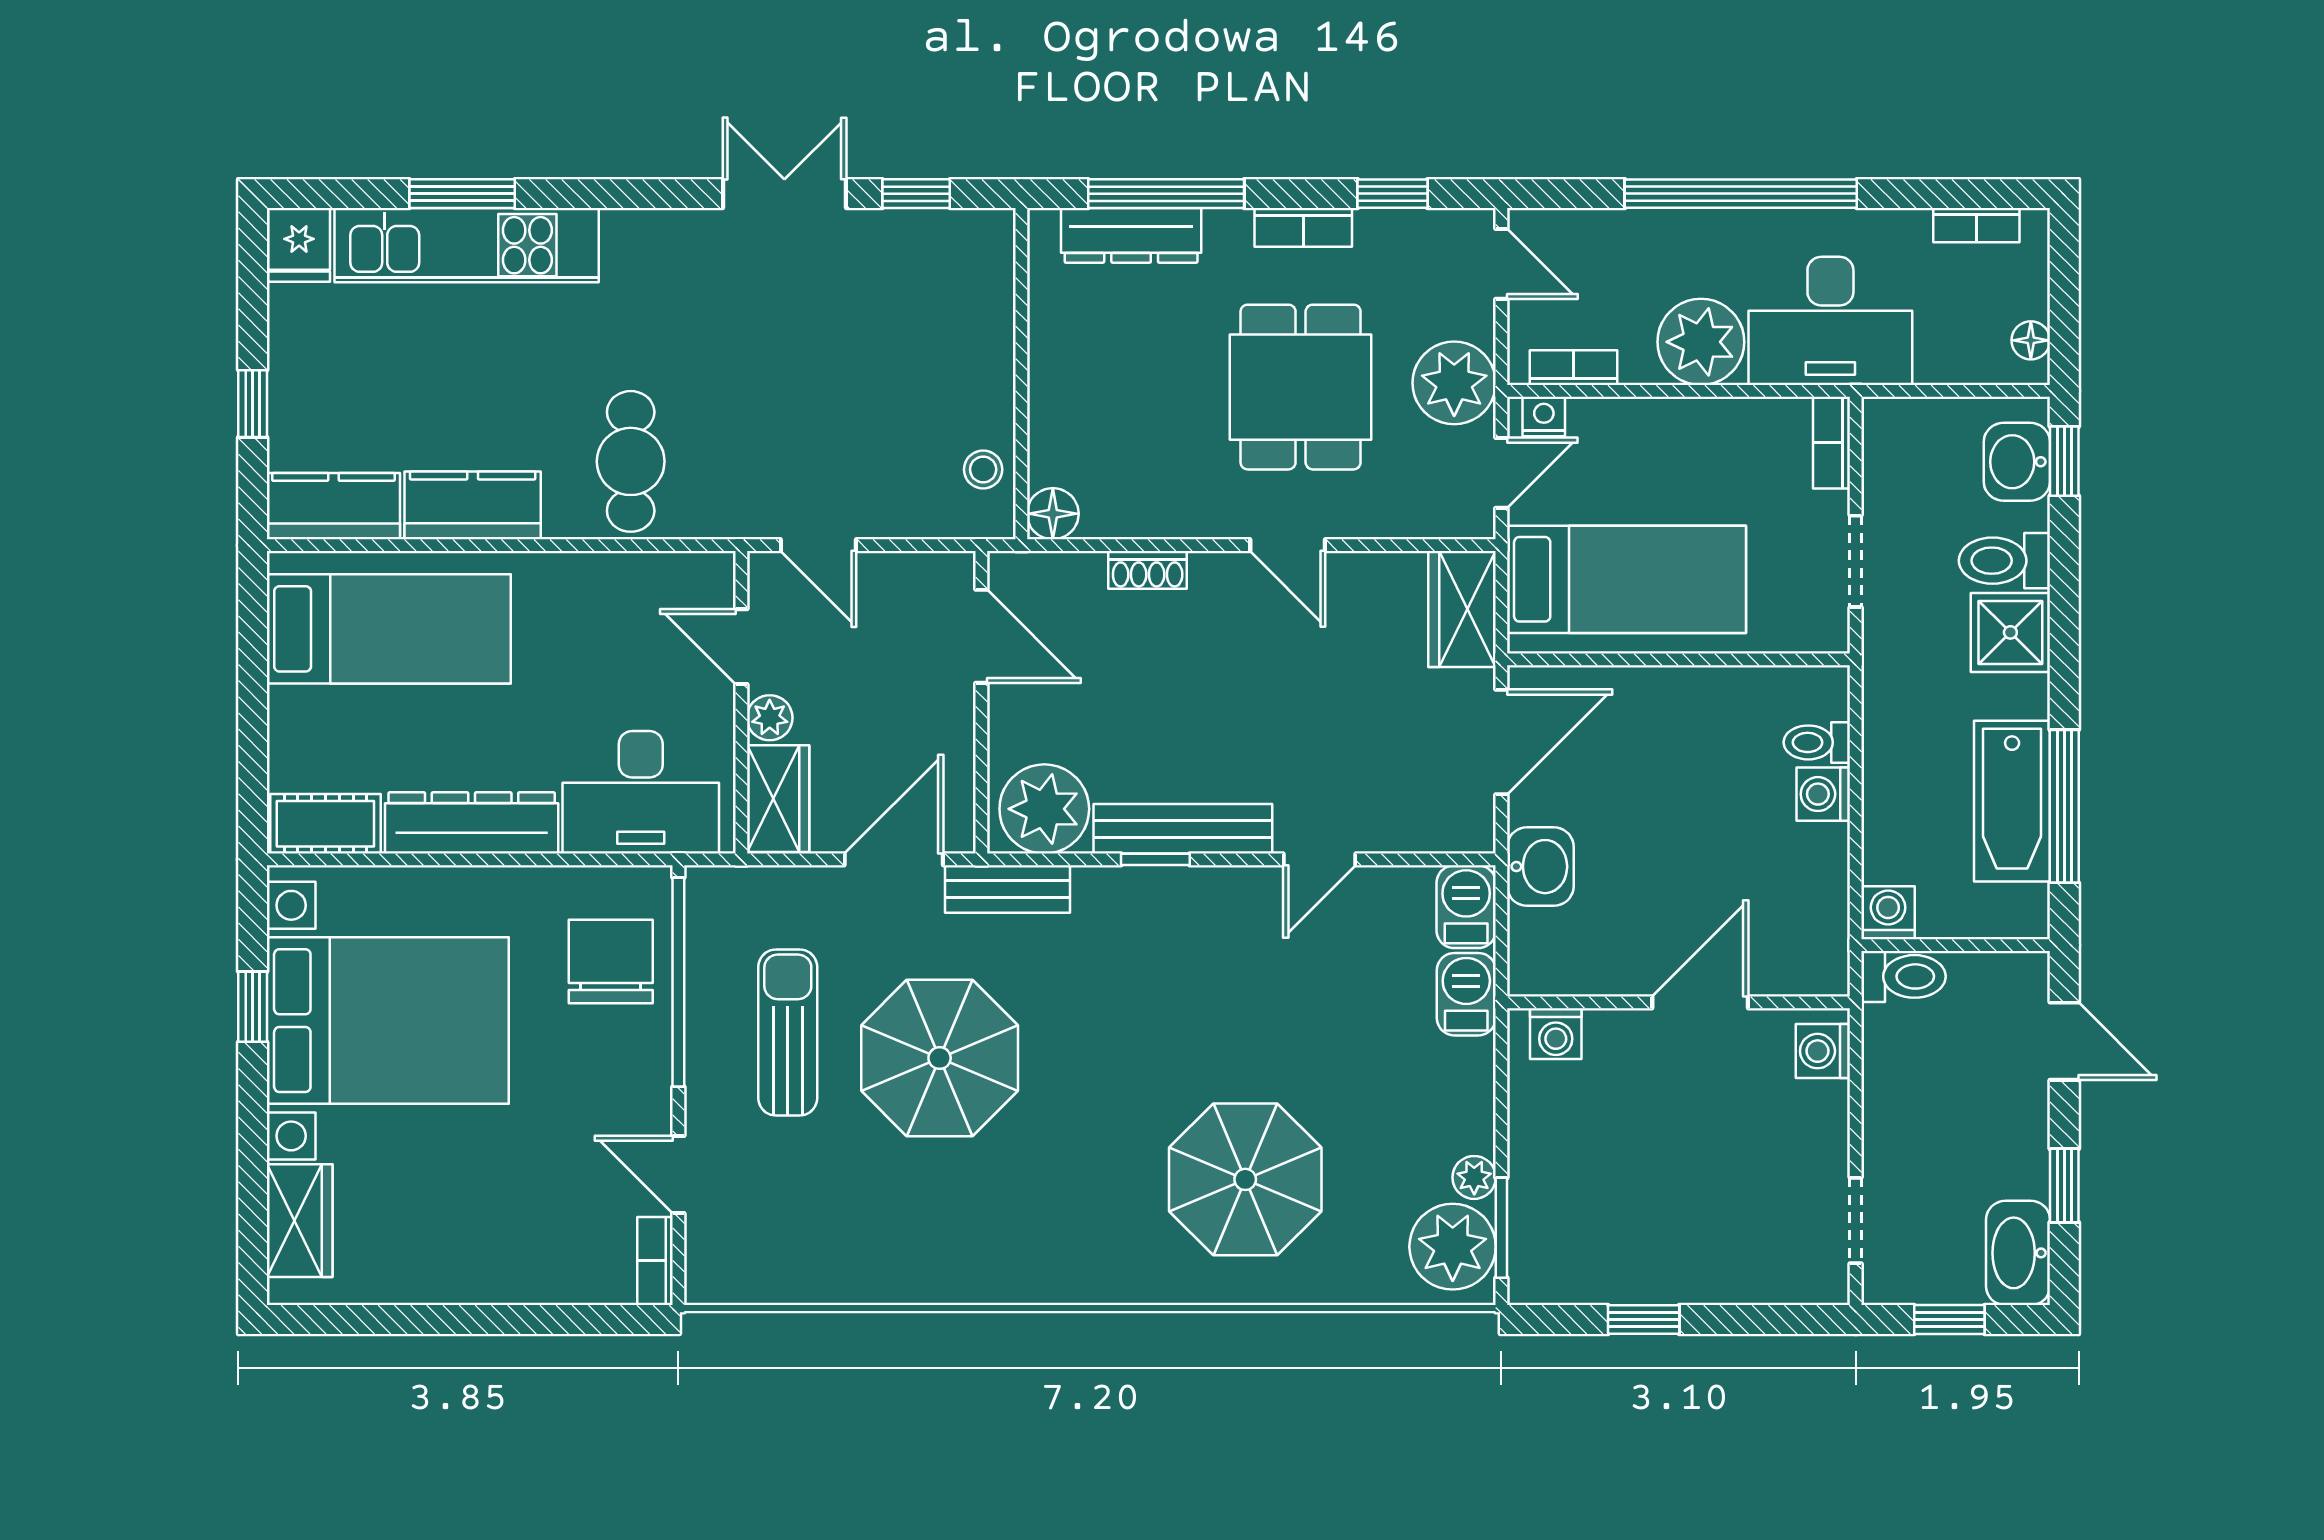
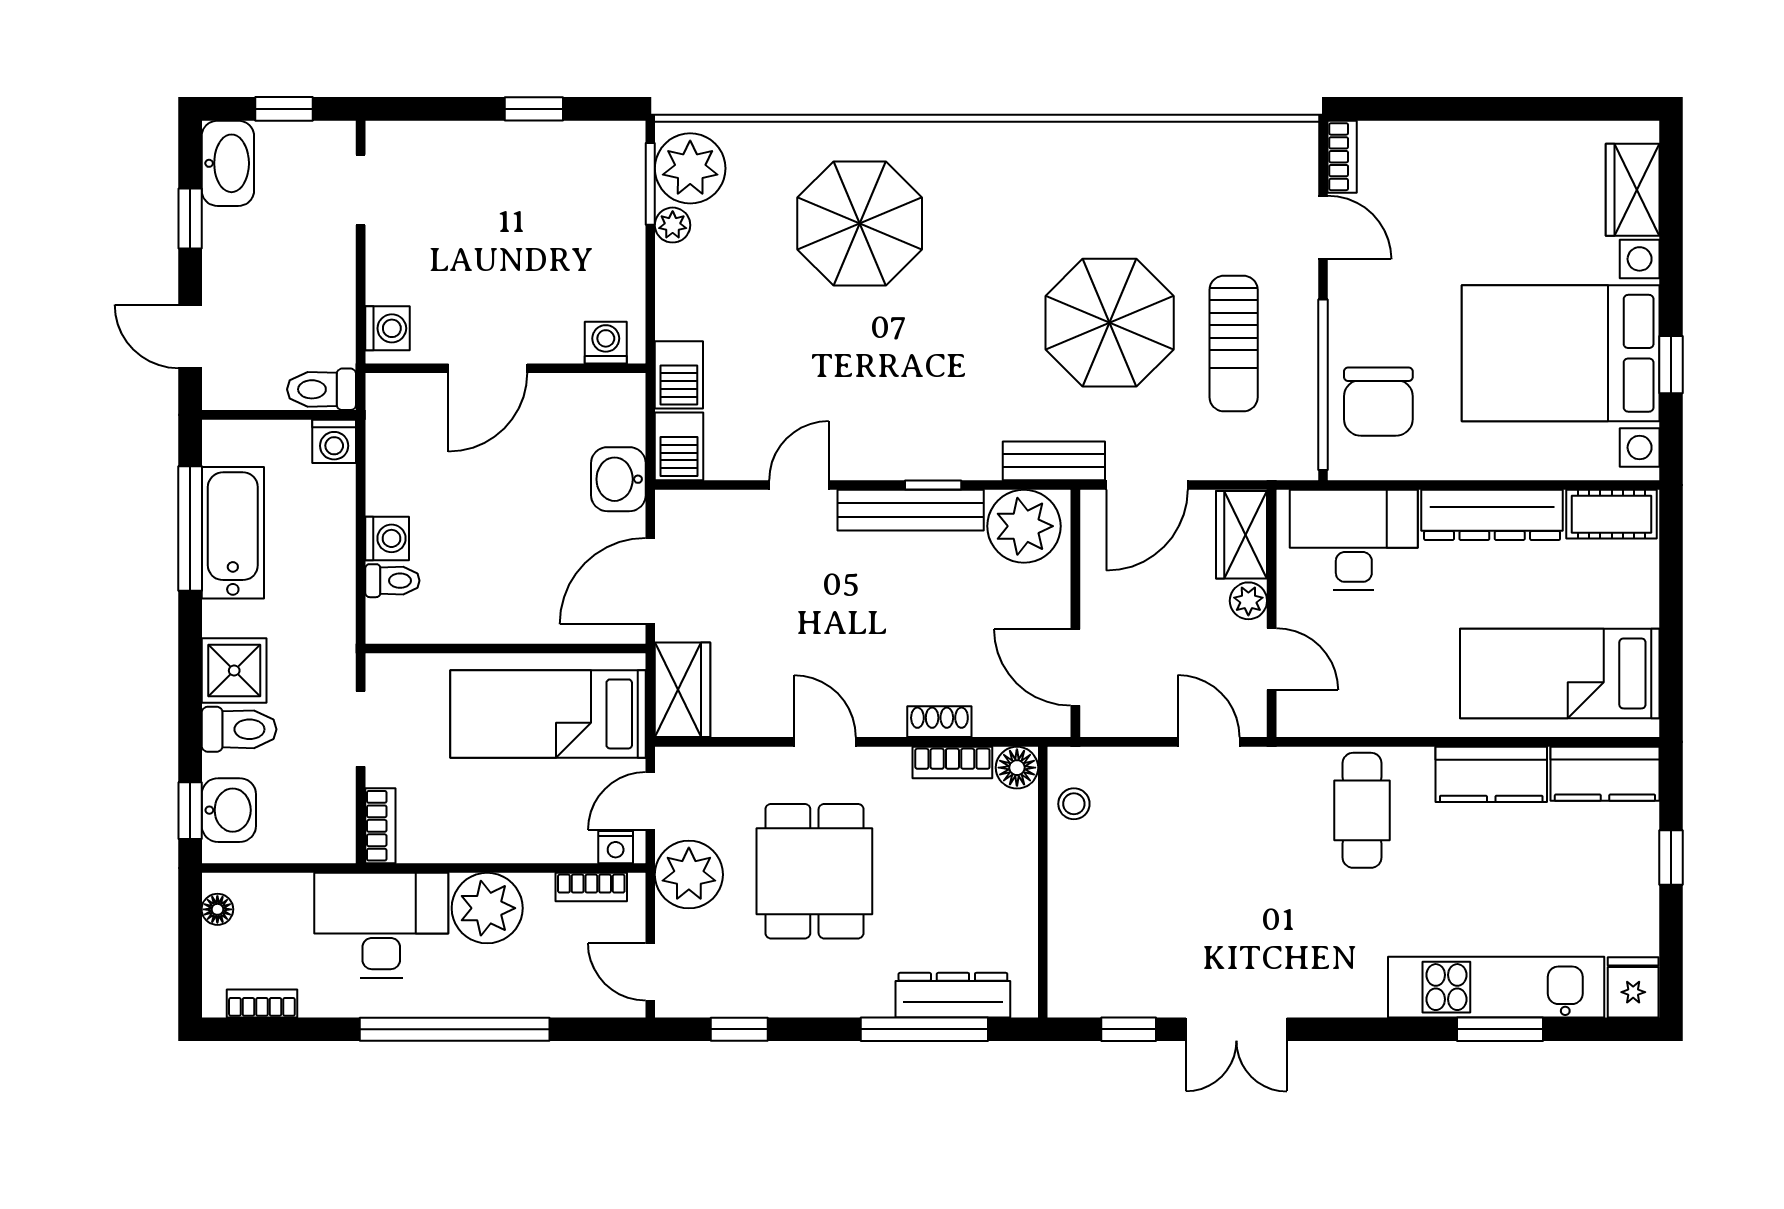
bookcase: (1303, 227) -> (952, 762), moved, turned 180

